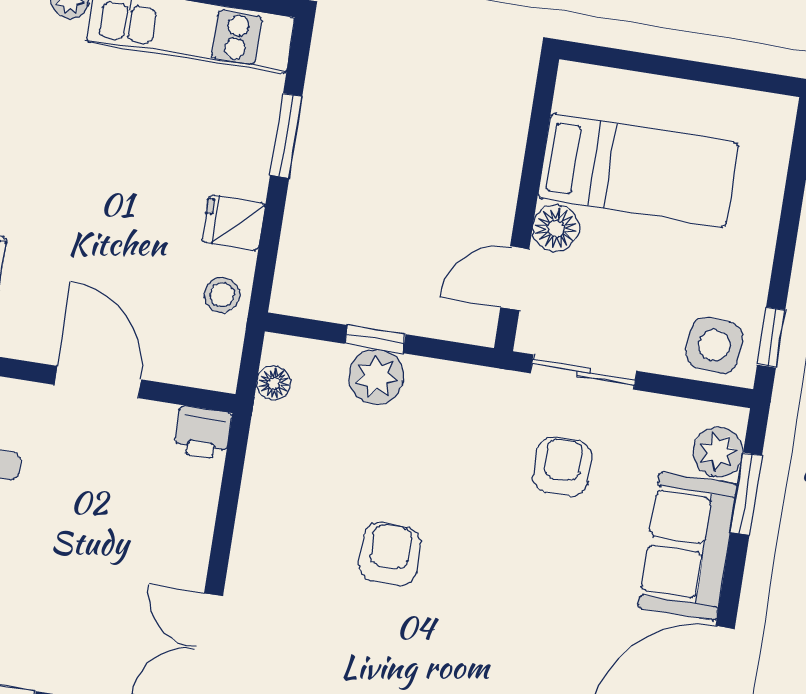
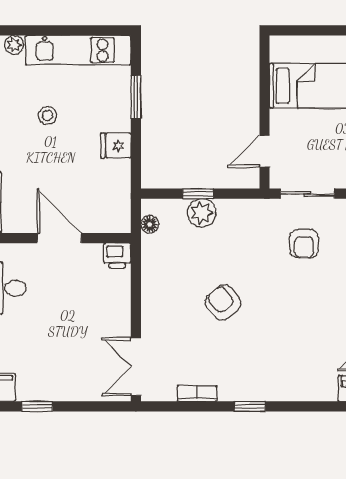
floor lamp: (556, 228) -> (282, 122), removed
stool: (222, 295) -> (48, 115), moved
armchair: (562, 466) -> (304, 244), turned 180
armchair: (390, 554) -> (223, 302), turned -39

